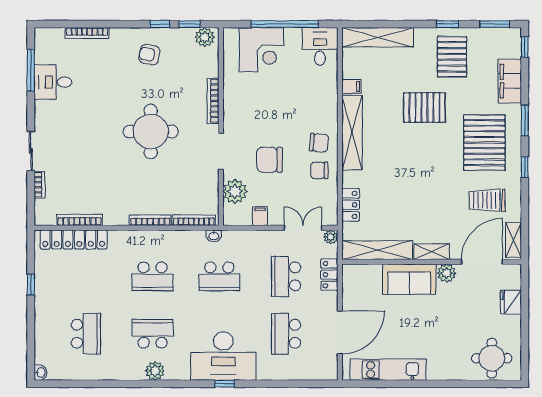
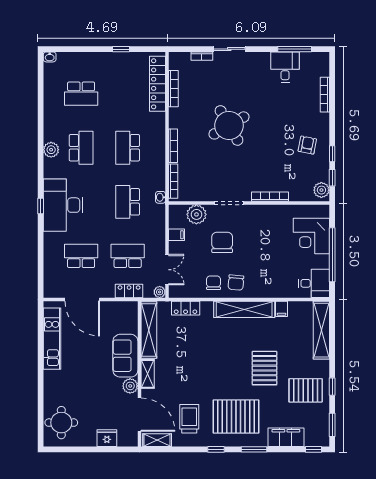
round table: (151, 131) -> (229, 125), moved, turned -30

